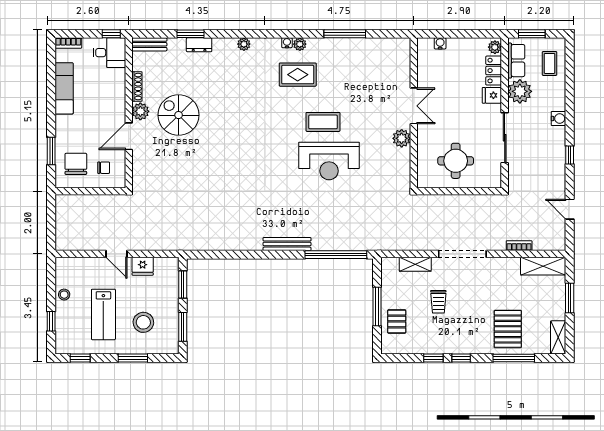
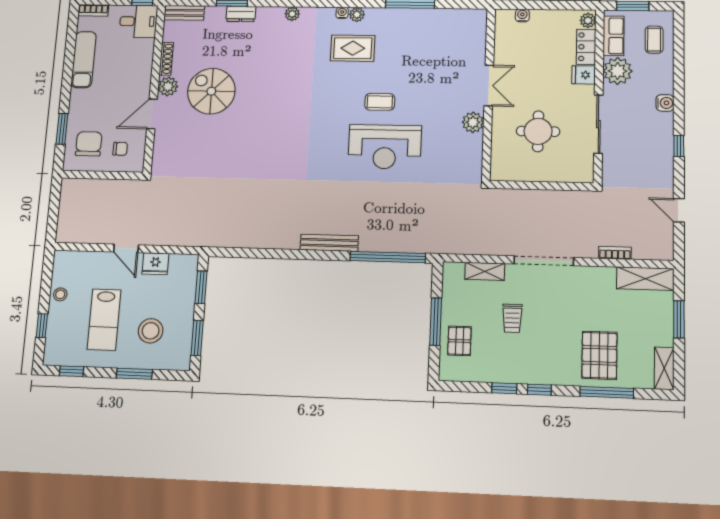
coffee table: (323, 122) -> (380, 102), width x0.73, depth x0.77
round table: (456, 161) -> (538, 131), moved

